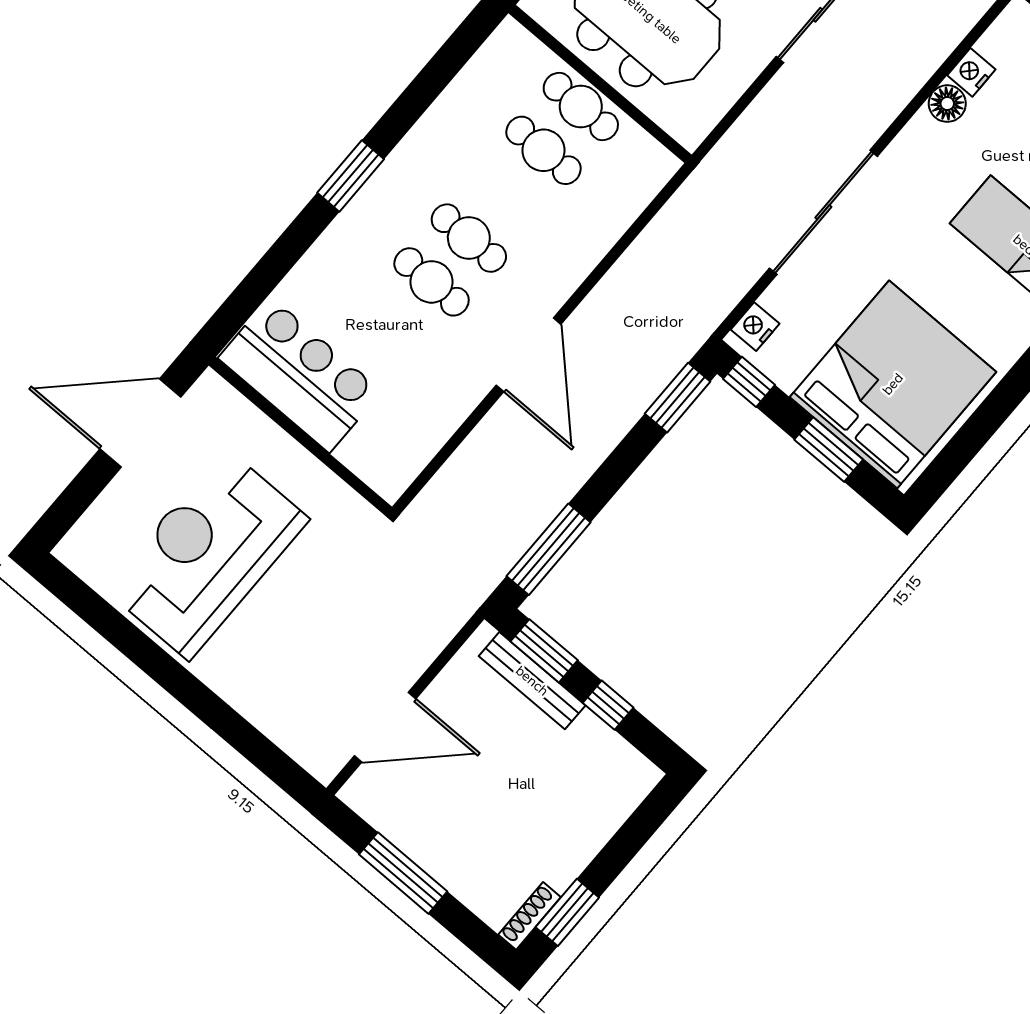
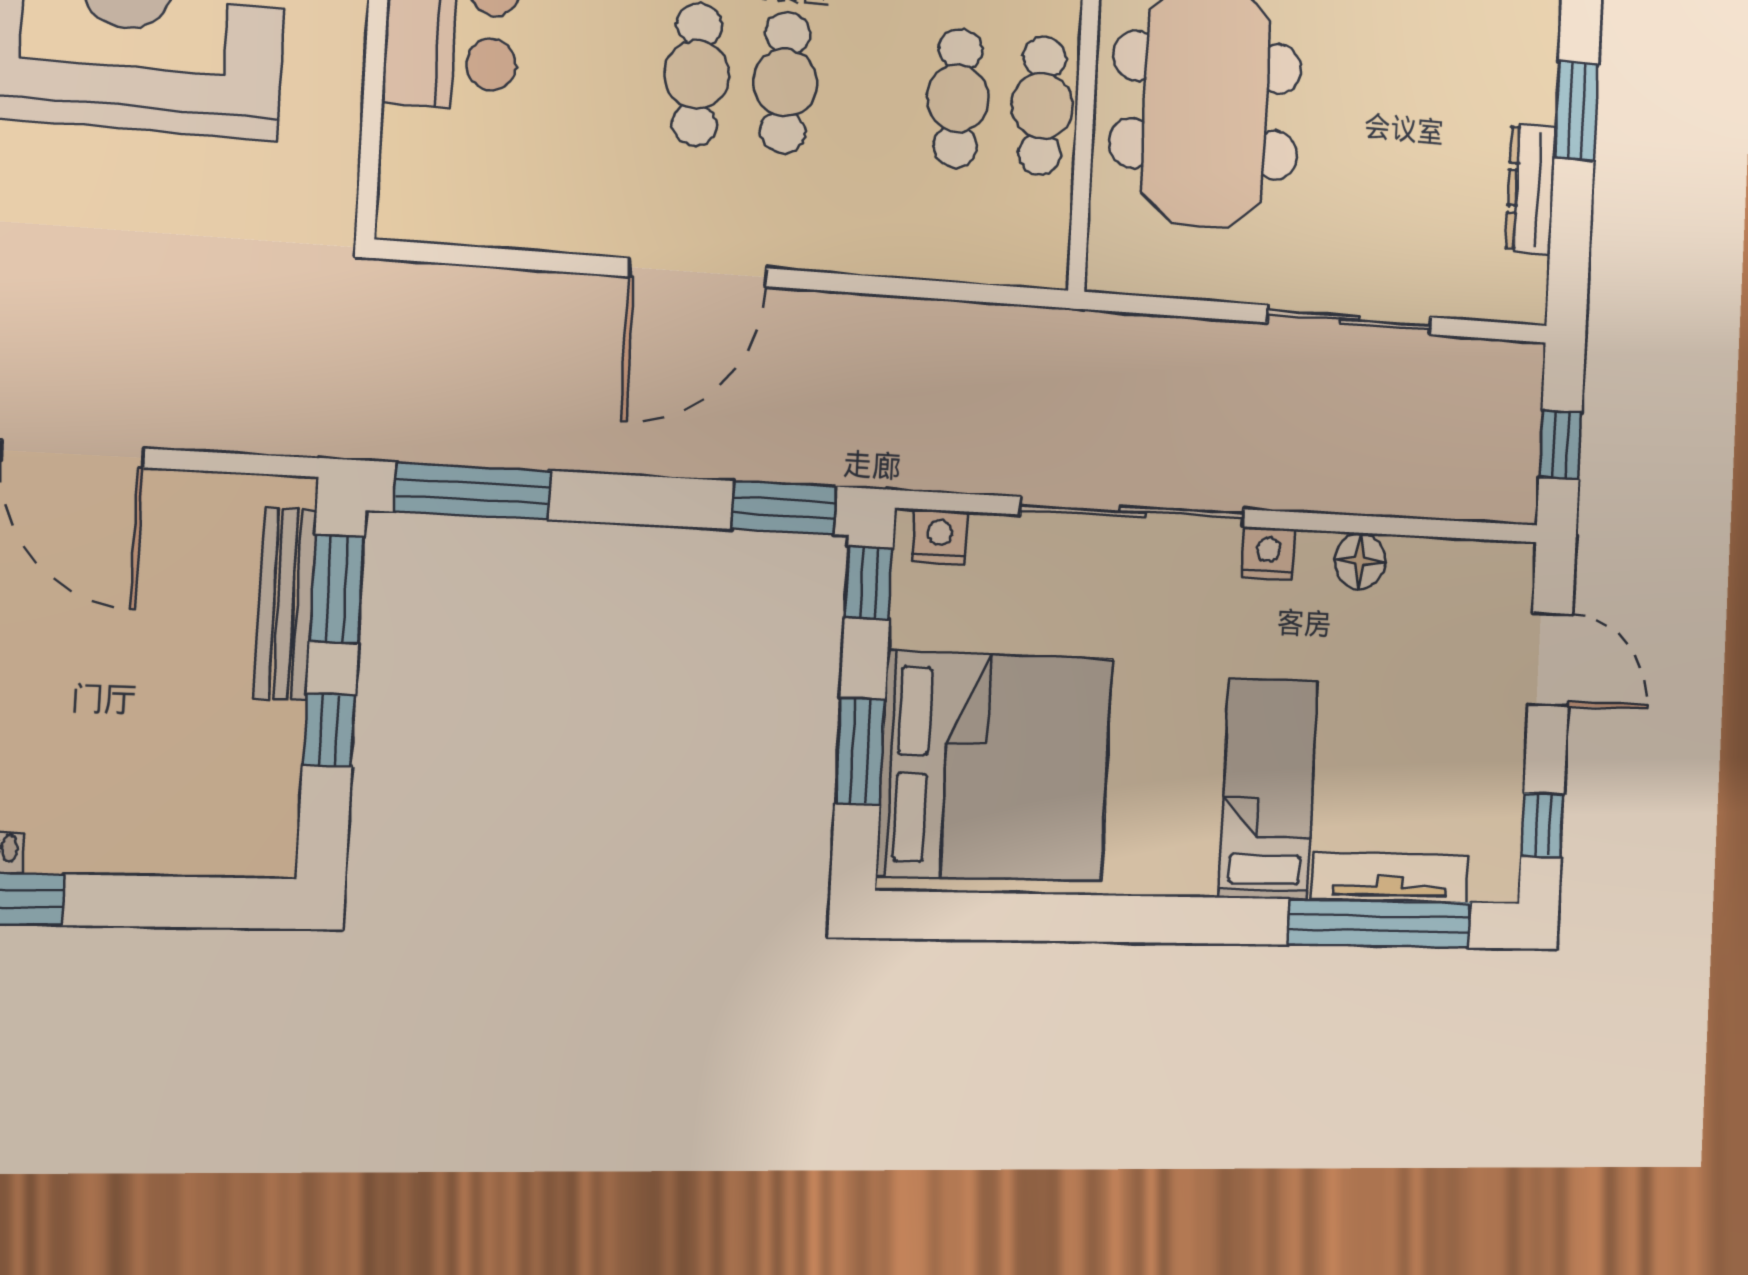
nightstand: (971, 72) -> (1268, 553), moved

